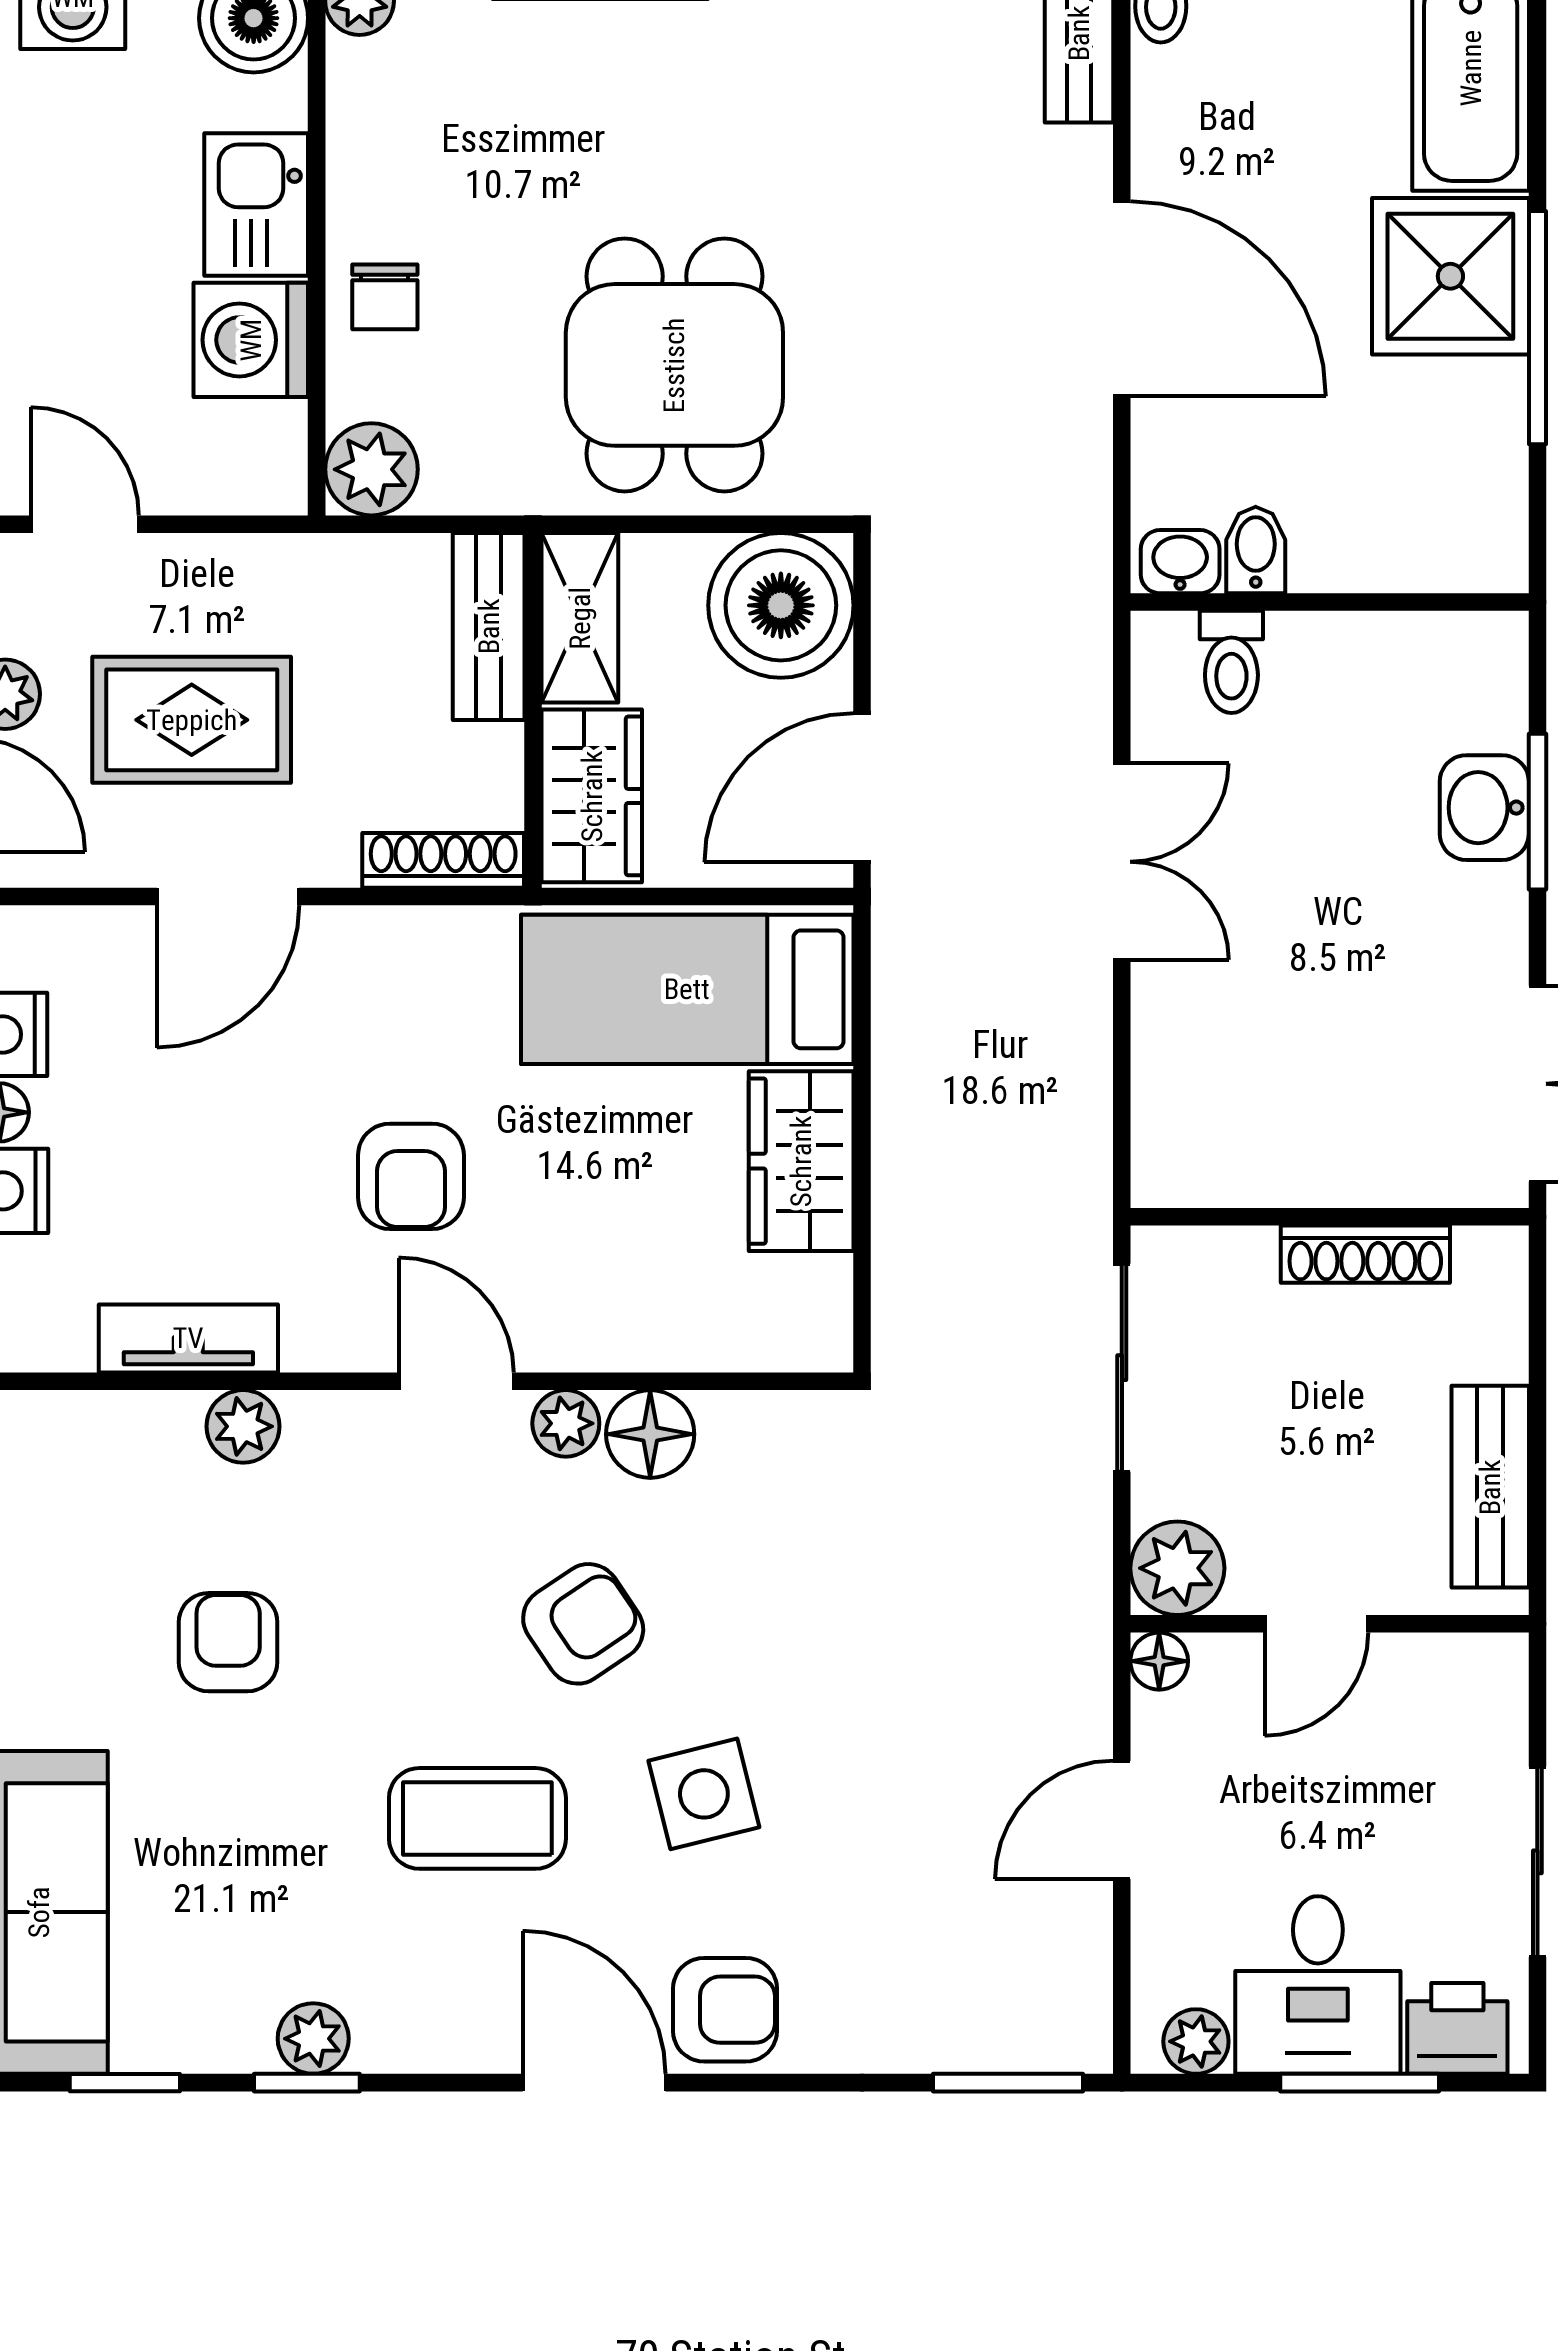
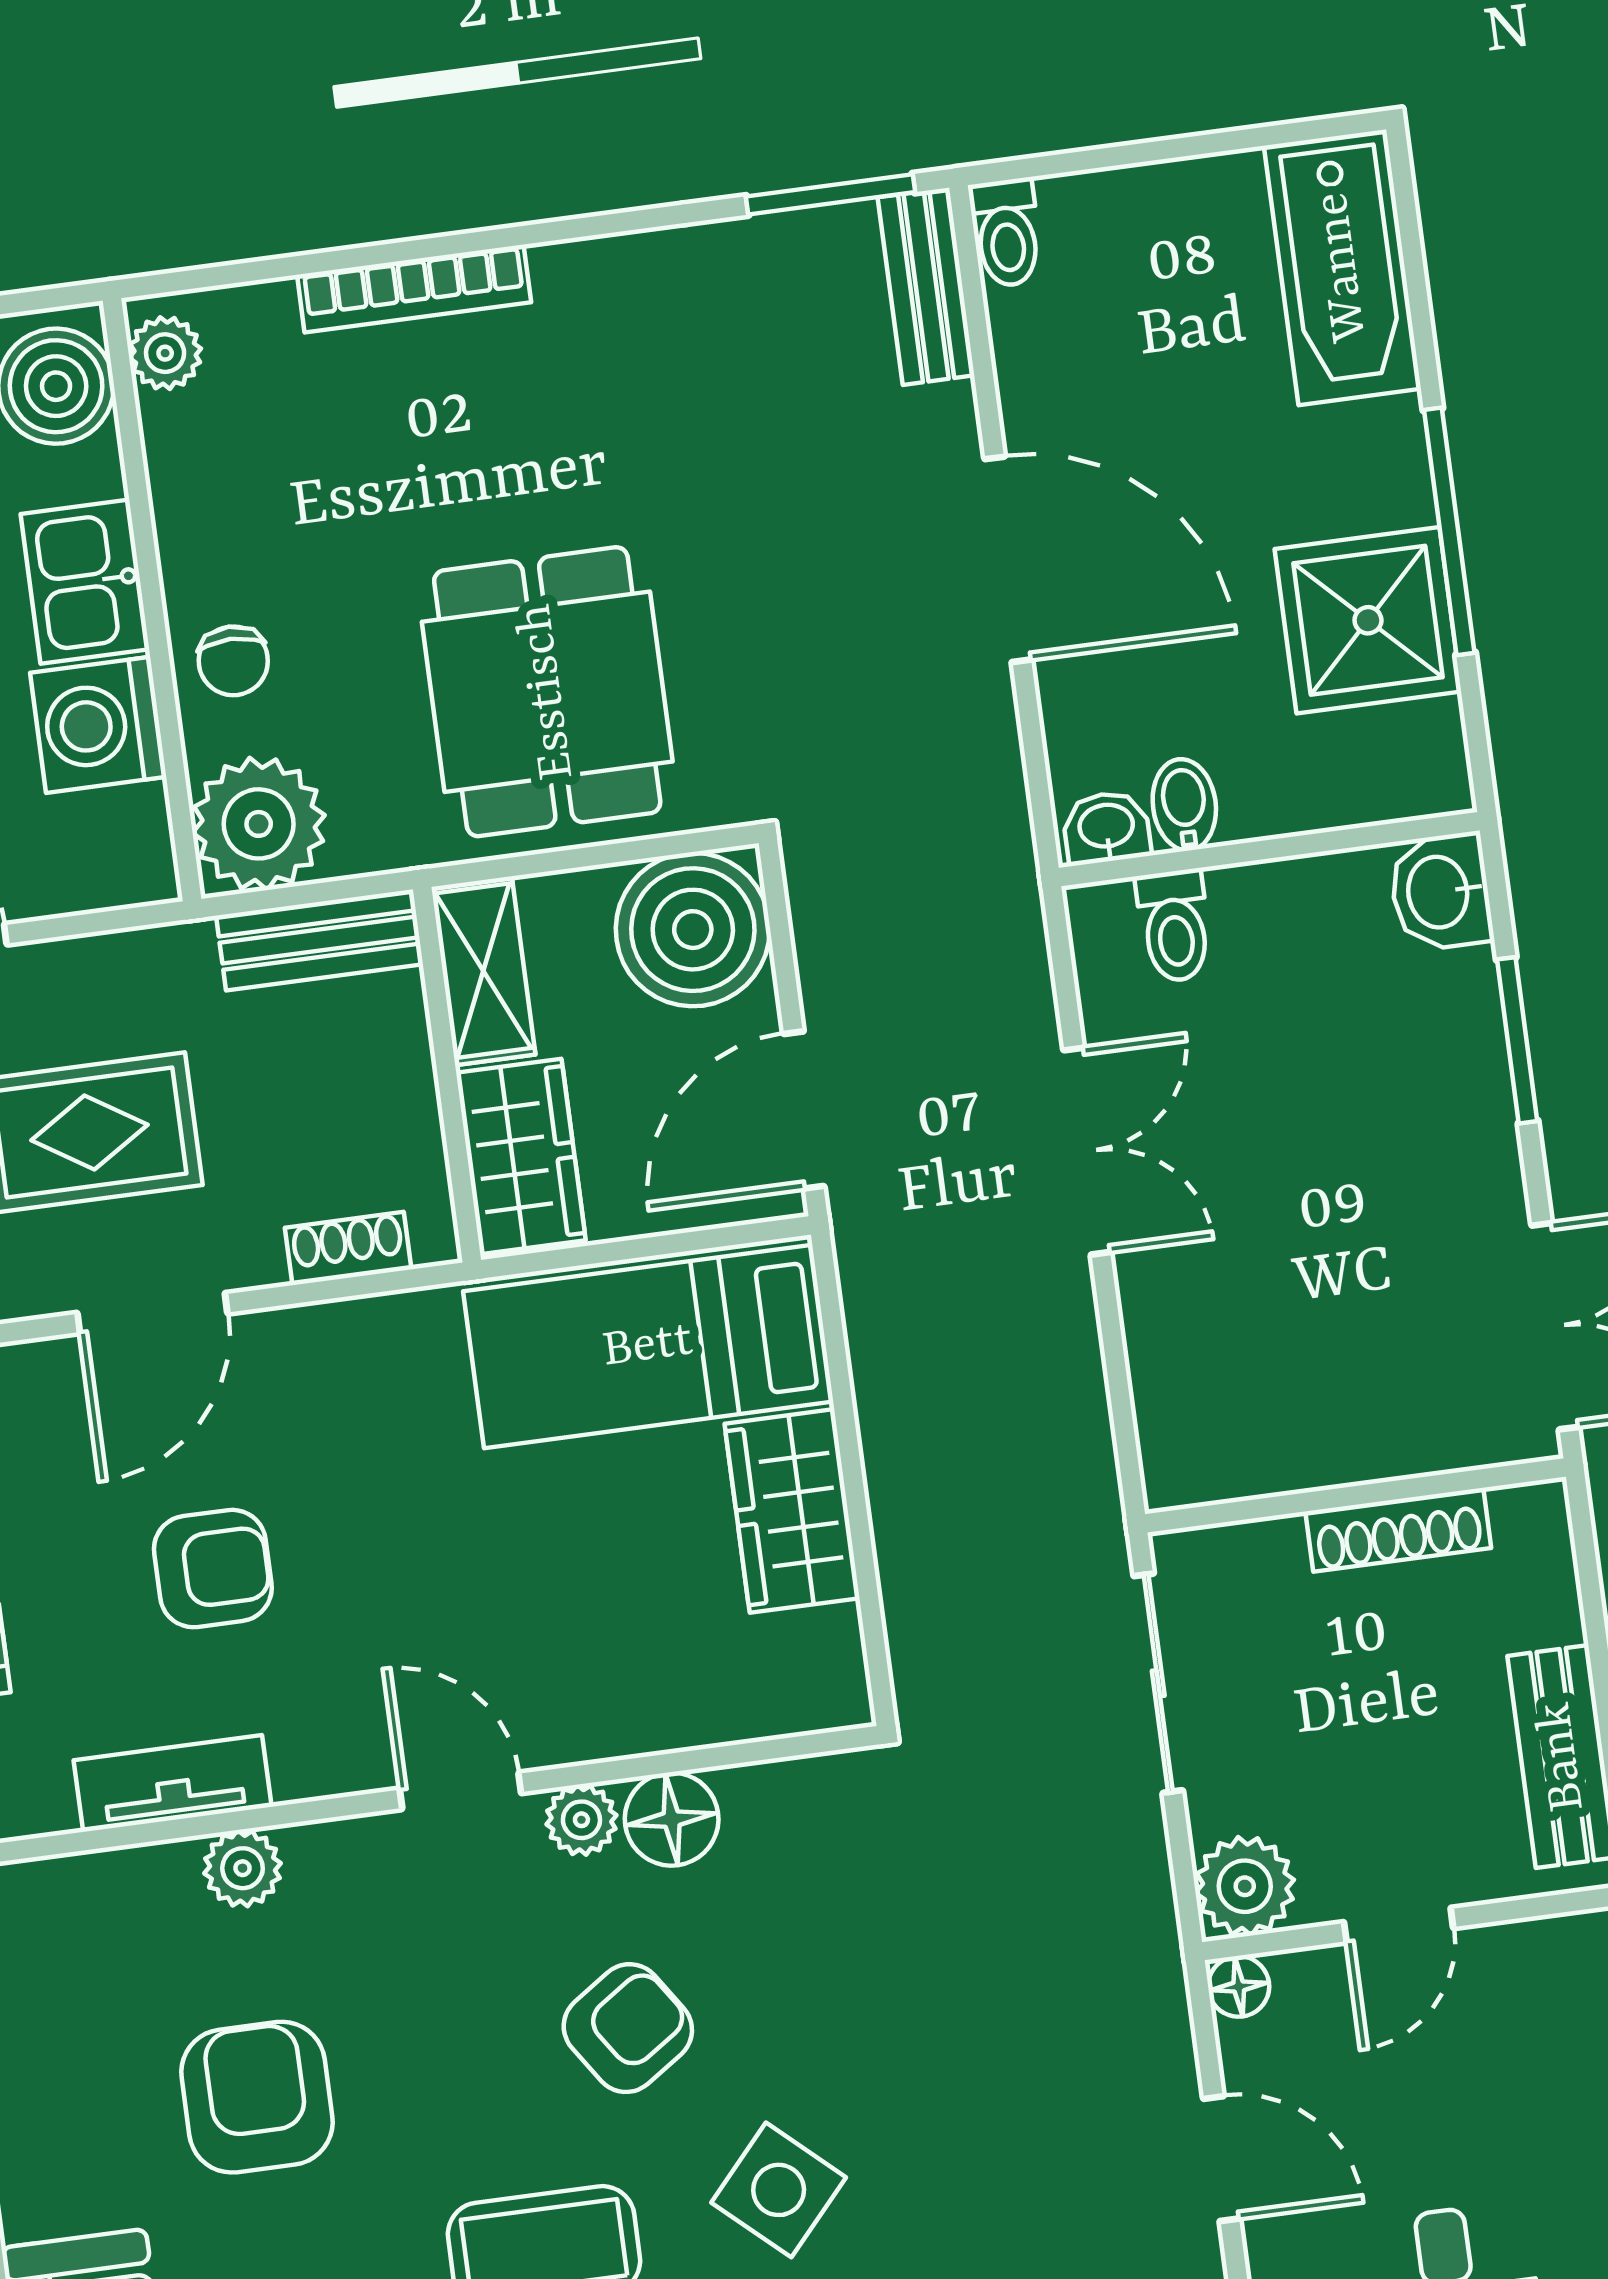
shower: (1450, 276) -> (1368, 620), moved
plant: (371, 469) -> (259, 824), width x1.36, depth x1.36
bench: (489, 626) -> (320, 940), moved, turned 90
washbasin: (1484, 808) -> (1441, 892), moved
shoe rack: (443, 860) -> (348, 1248), width x0.70
armchair: (411, 1176) -> (213, 1569), moved, turned -90
armchair: (228, 1642) -> (257, 2097), width x1.38, depth x1.38
side table: (704, 1794) -> (779, 2190), turned -34
door: (1122, 1820) -> (1222, 2159), swing flipped

